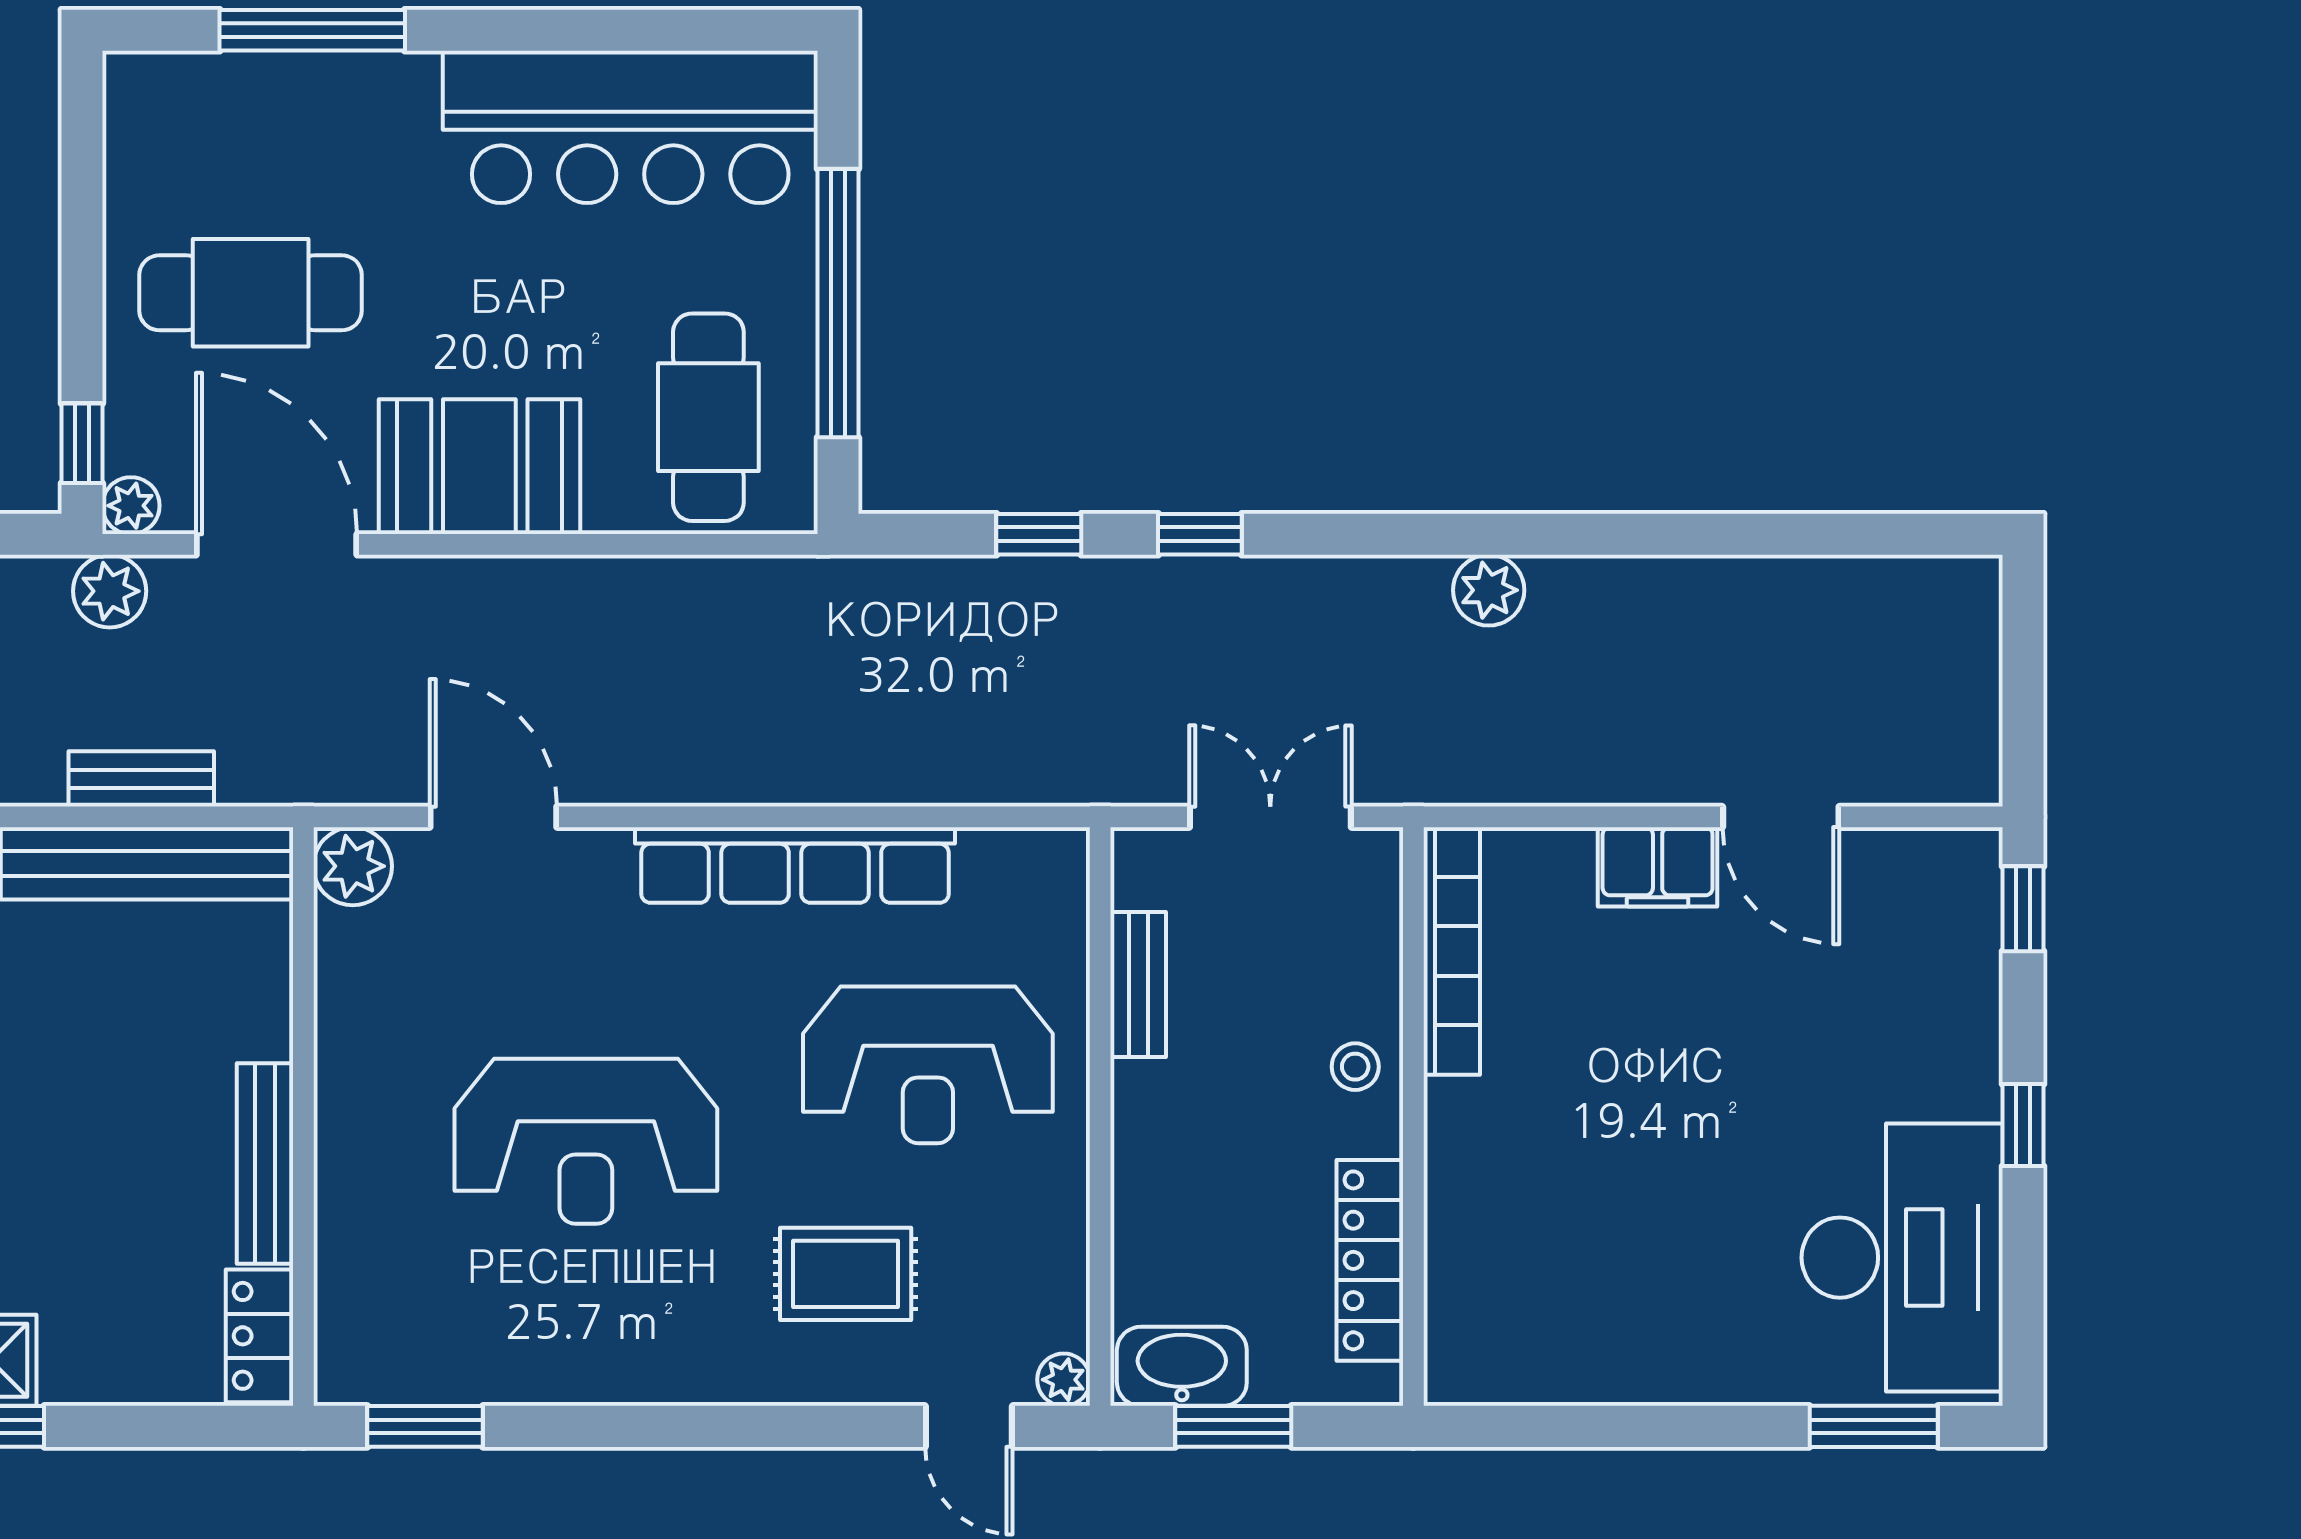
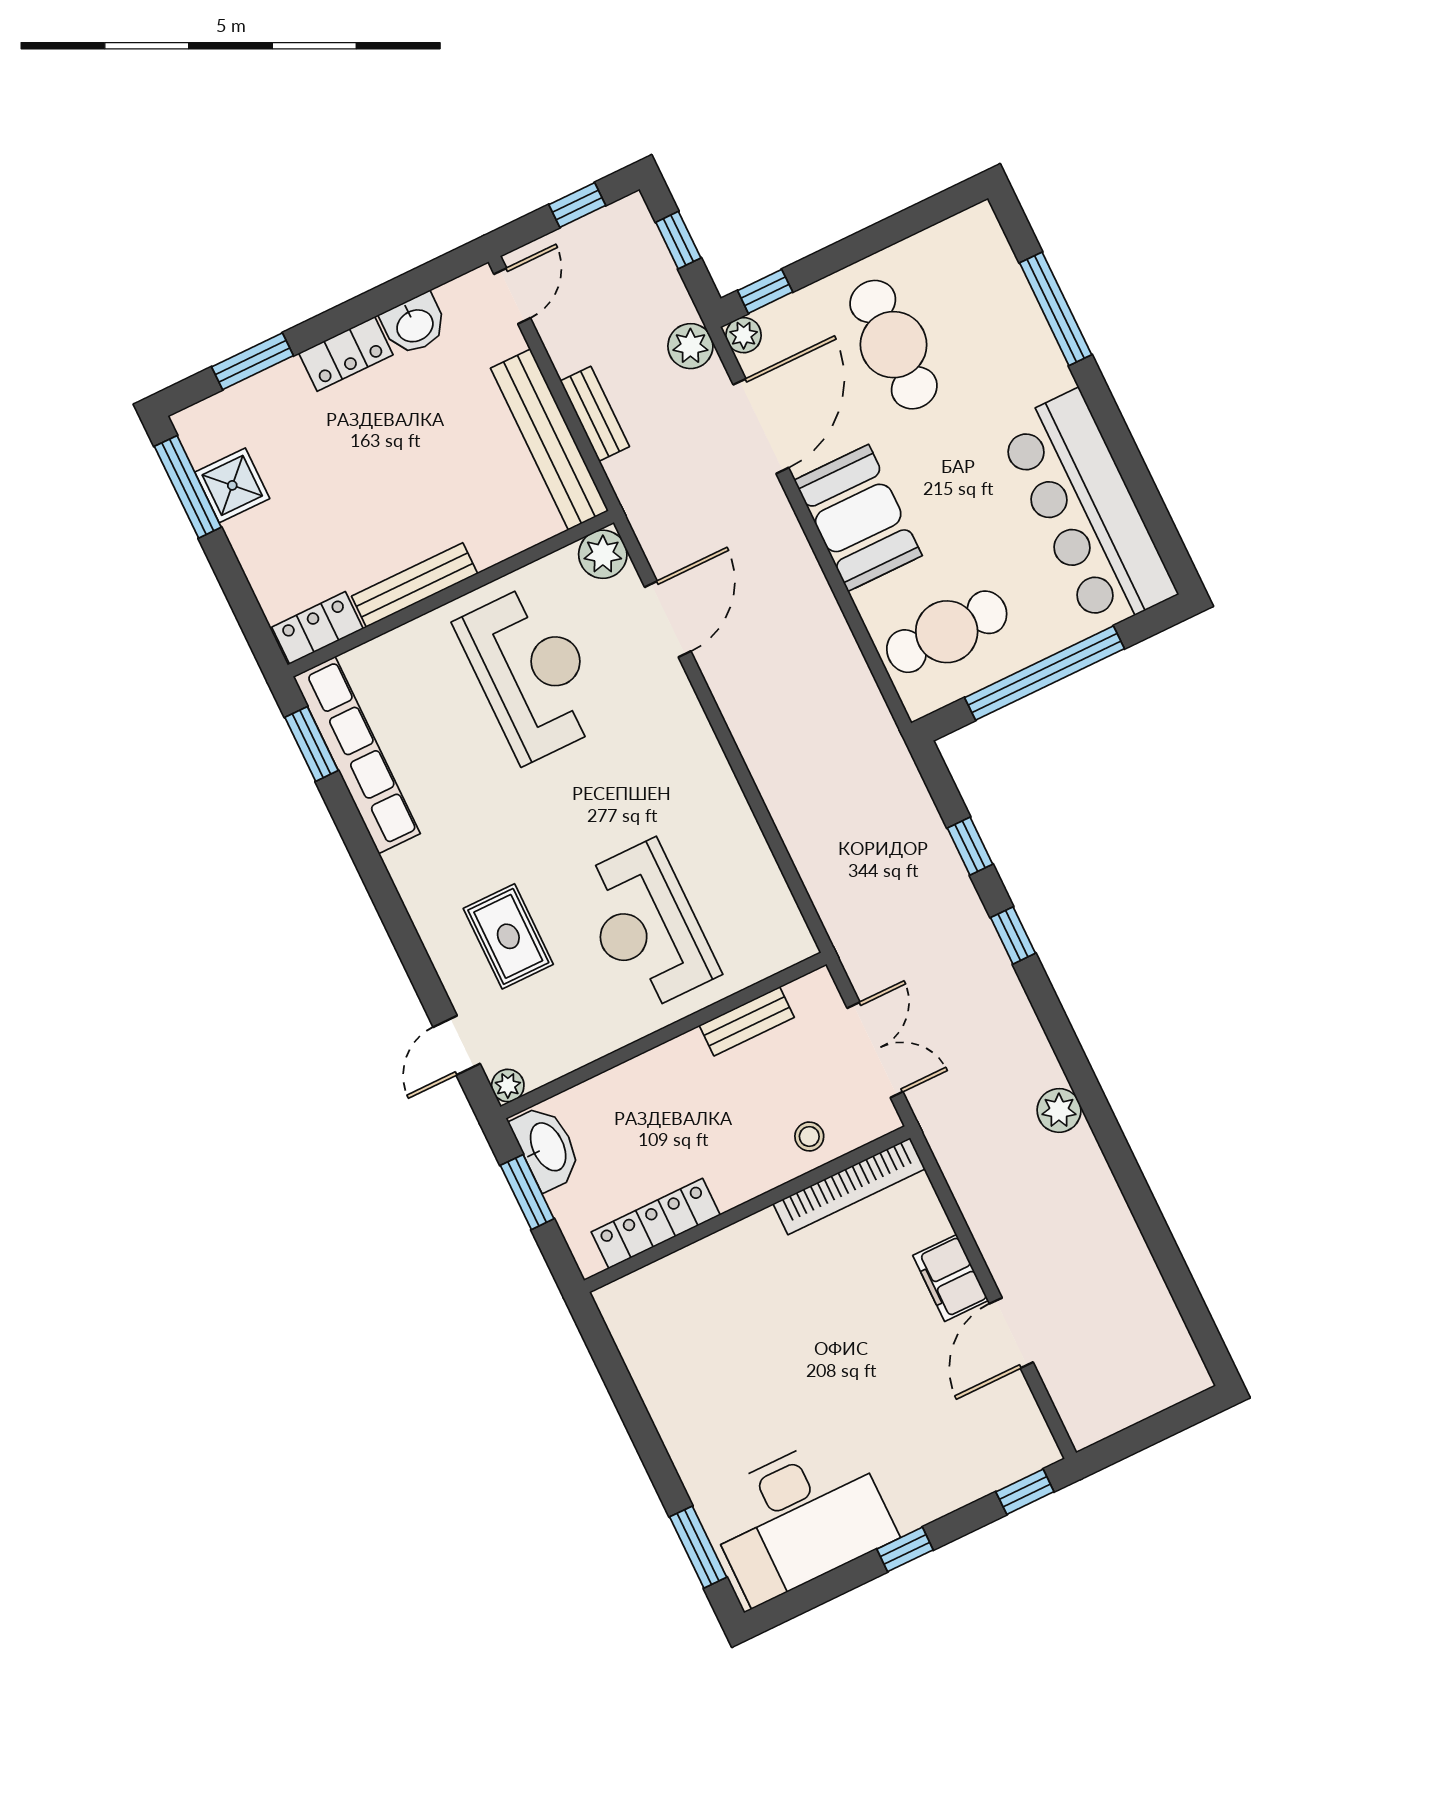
row of seats: (795, 865) -> (357, 755), moved, turned 180
stool: (1355, 1067) -> (809, 1136), moved
reception desk: (586, 1141) -> (532, 673), moved, turned 180

